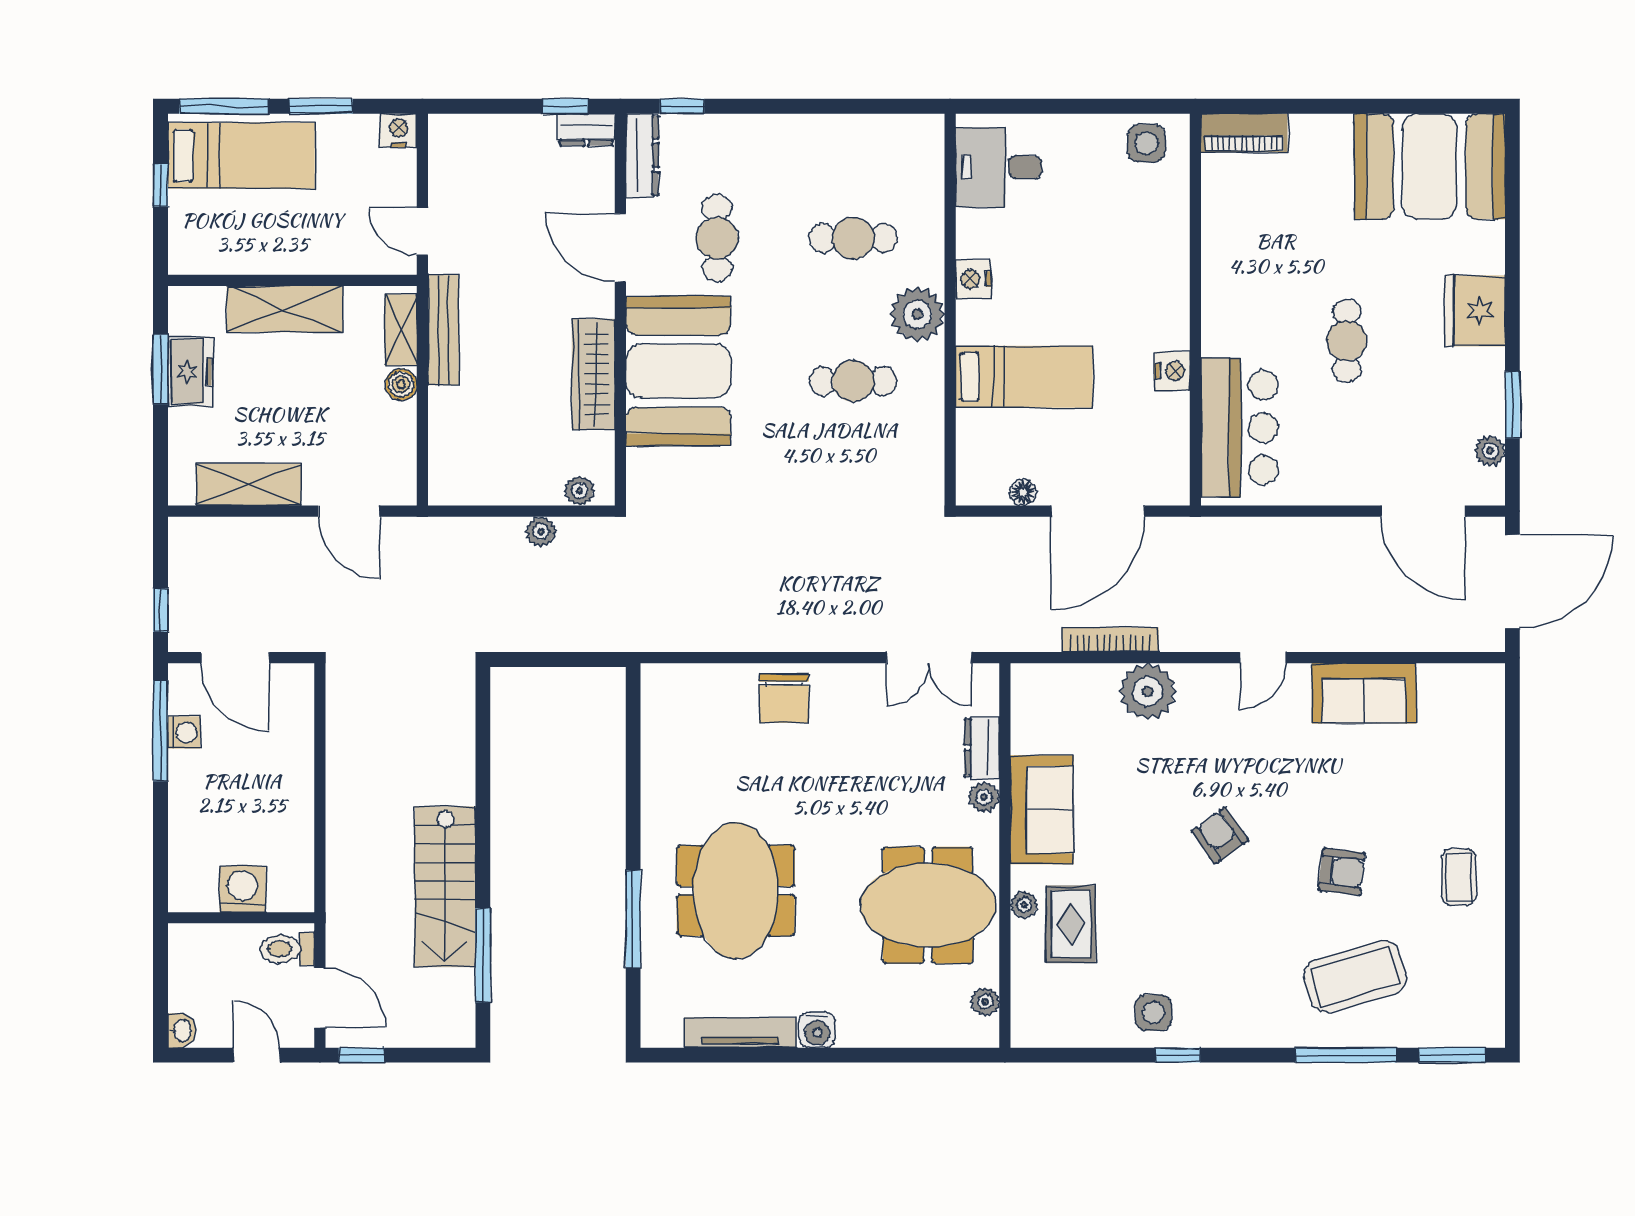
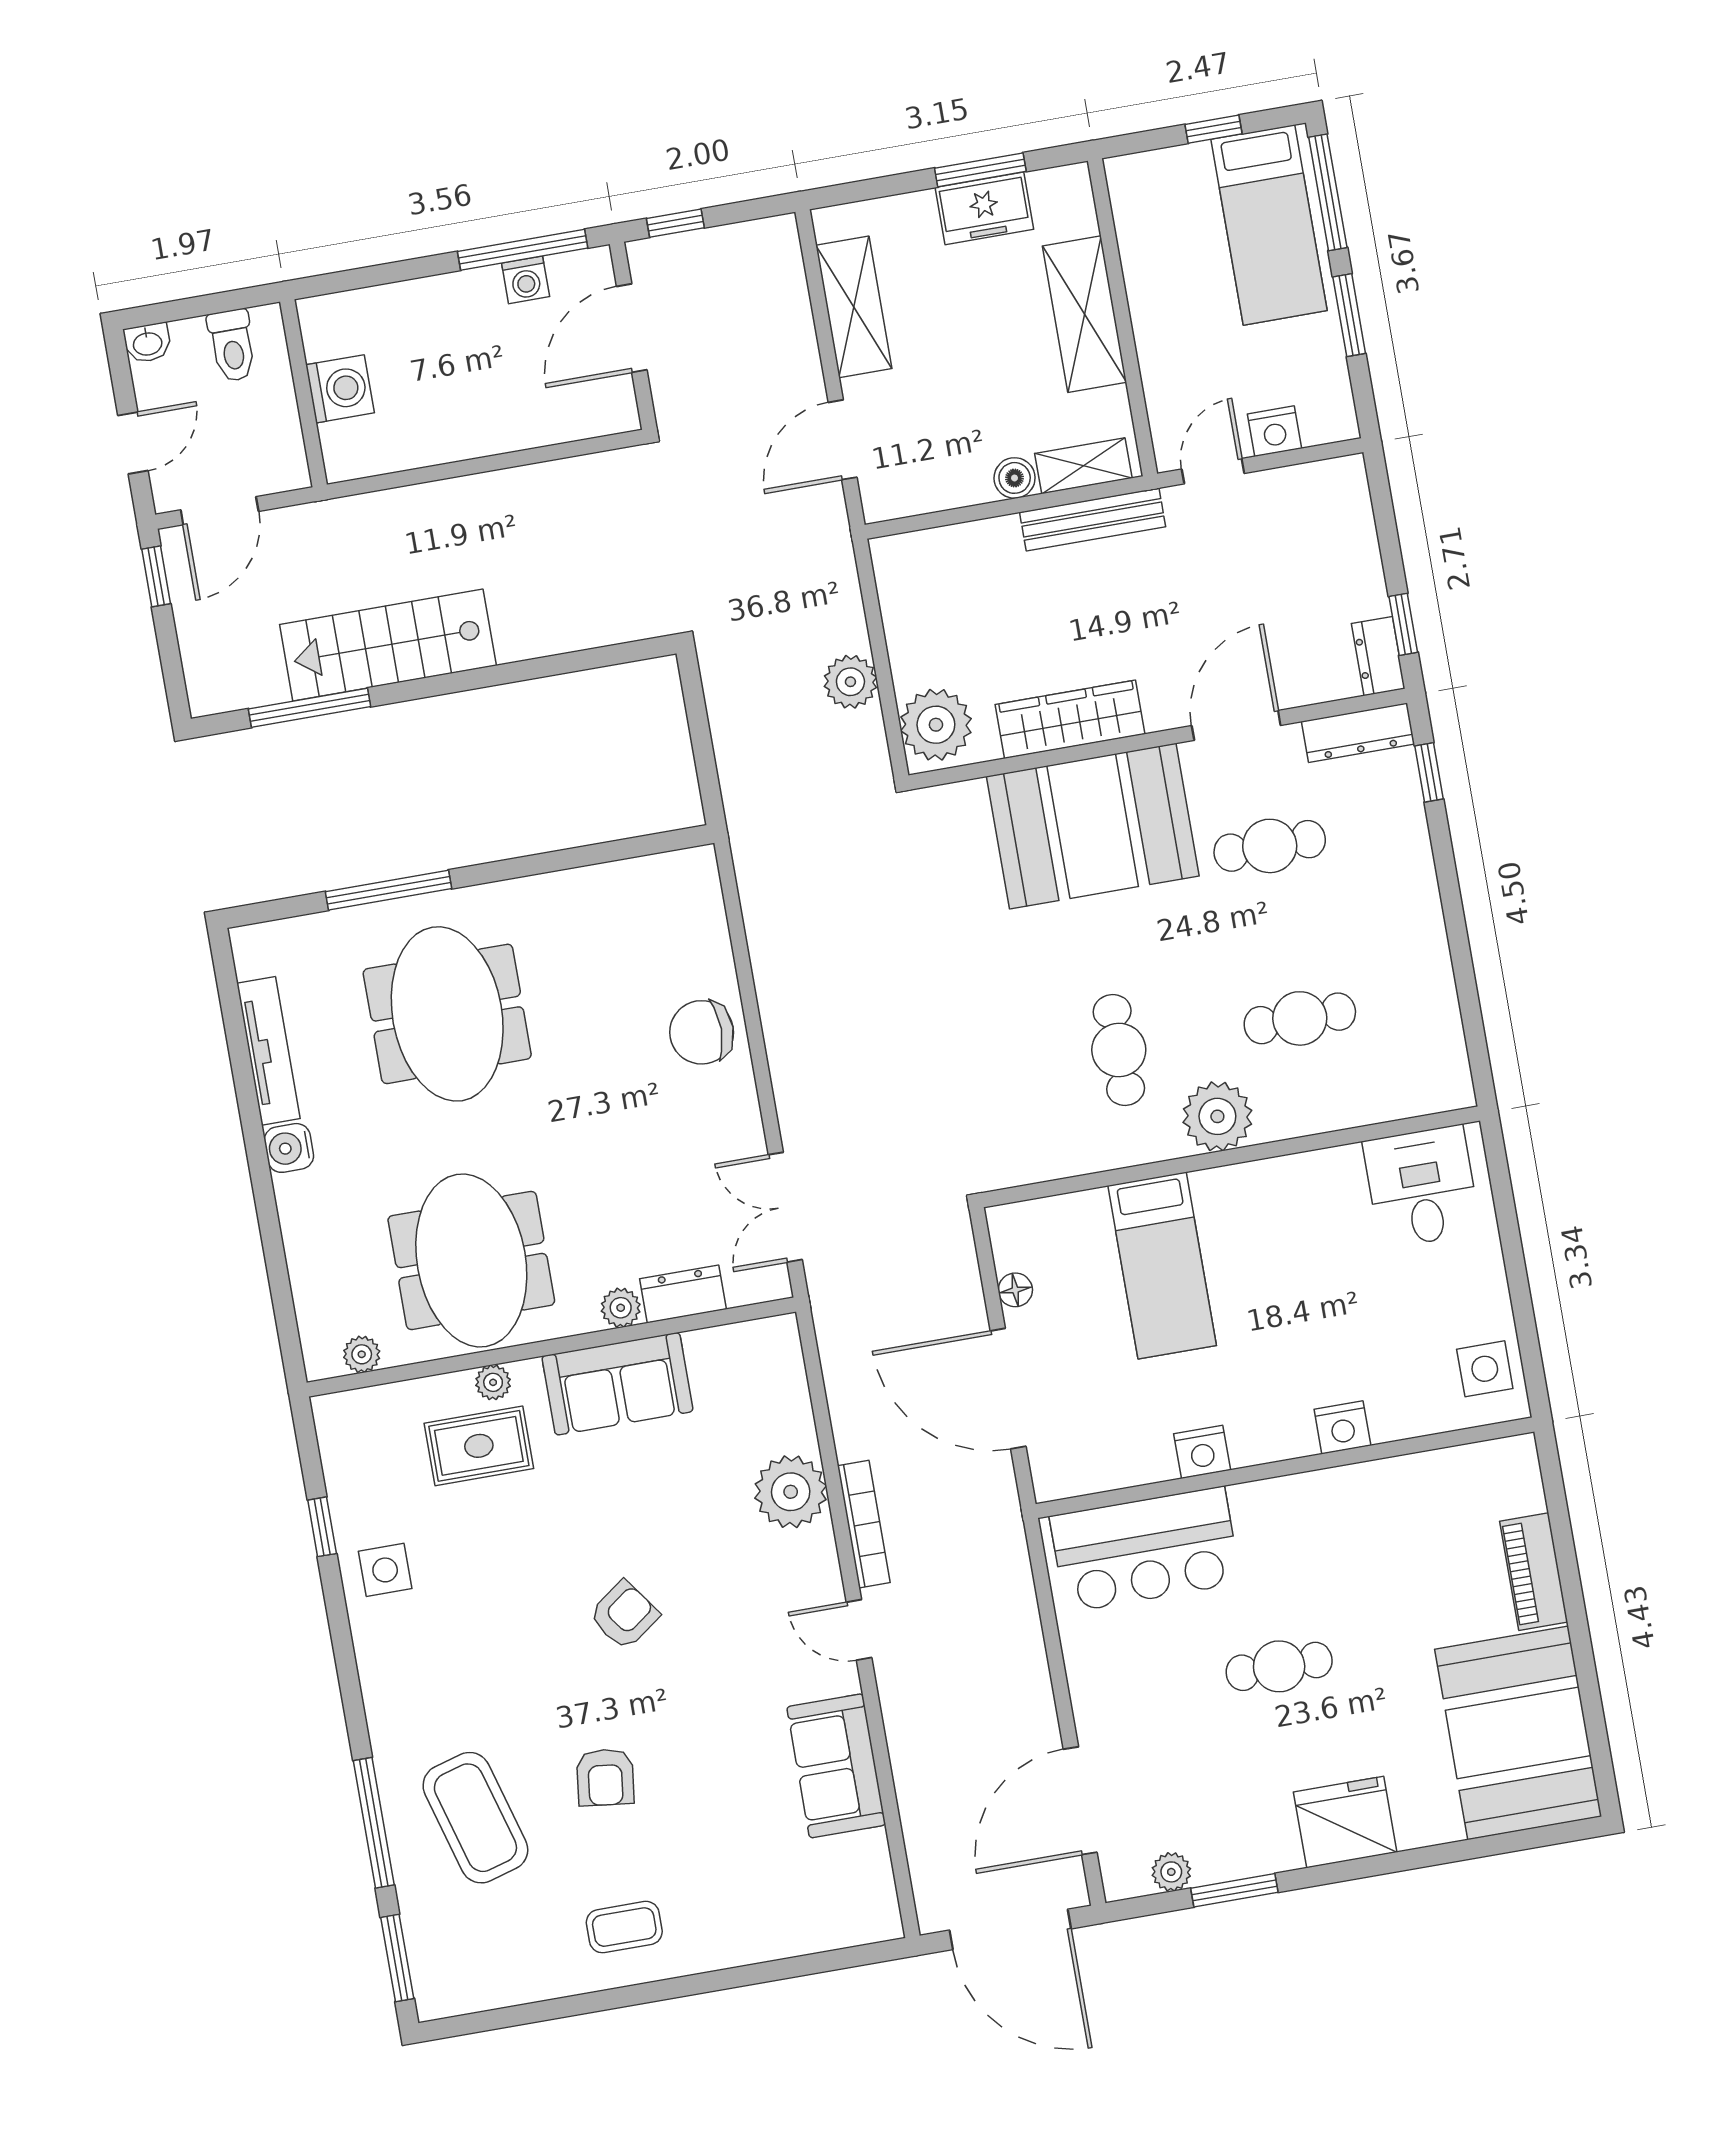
nightstand: (399, 130) -> (1274, 431), moved, turned 90
piano: (1244, 133) -> (1534, 1572), moved
cafe table: (853, 238) -> (1300, 1018), turned 90
nightstand: (973, 279) -> (1342, 1427), moved, turned 180
plant: (580, 491) -> (936, 725), width x1.87, depth x1.87
plant: (541, 532) -> (850, 682), width x1.38, depth x1.38
bookcase: (1110, 640) -> (864, 1524), moved
meeting table: (736, 891) -> (447, 1014), turned 90
toilet: (287, 949) -> (232, 345), moved, turned 180
window: (1178, 1055) -> (322, 1527), moved

